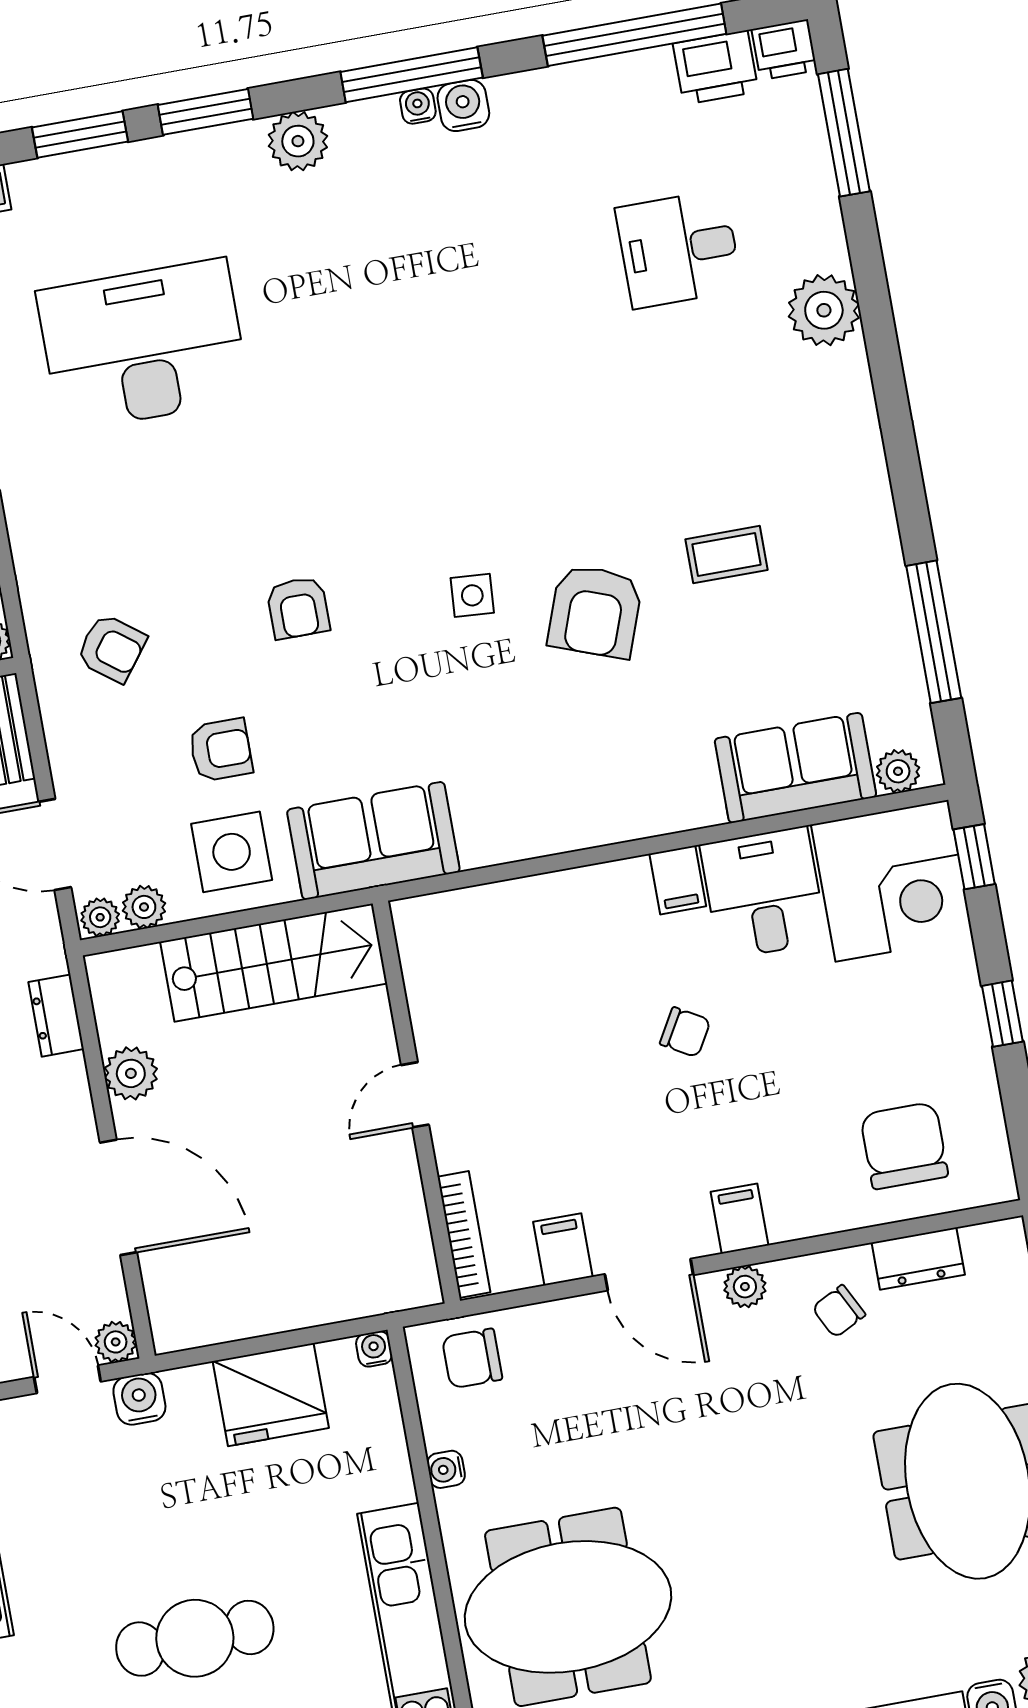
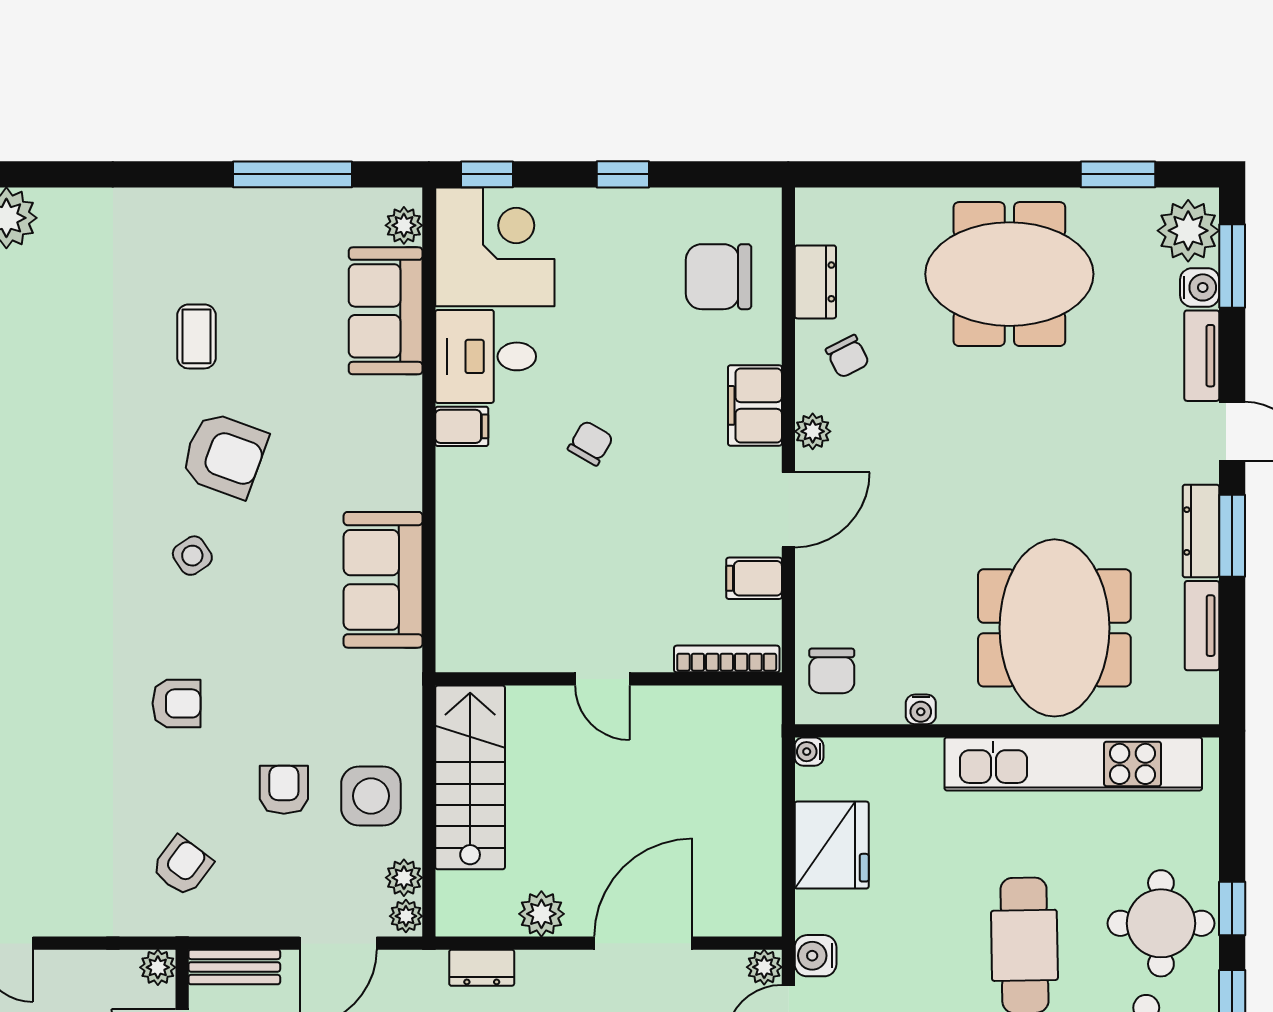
side table: (472, 595) -> (192, 556), turned -38
sofa: (373, 841) -> (383, 580), moved
filing cabinet: (740, 1219) -> (755, 405), width x2.00

